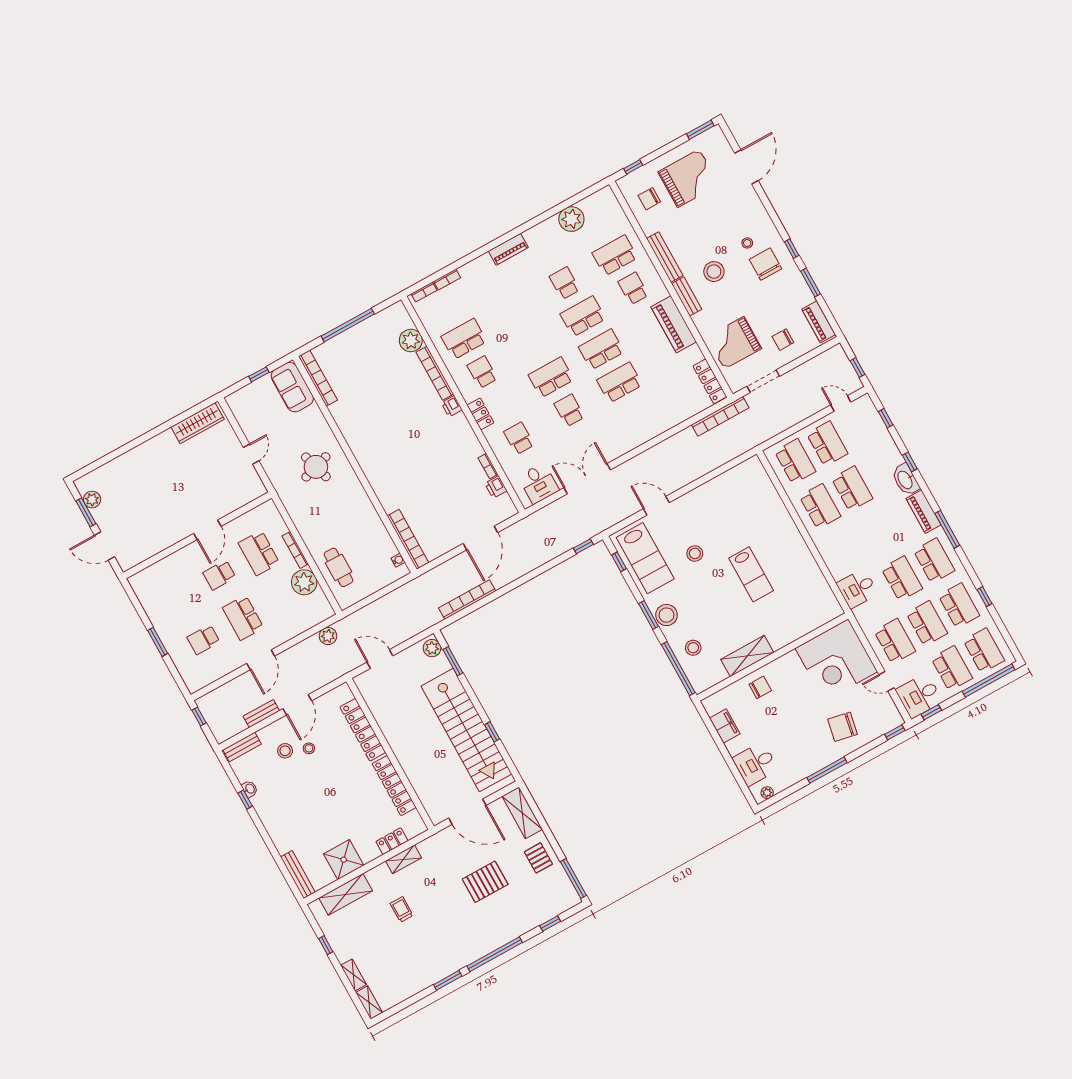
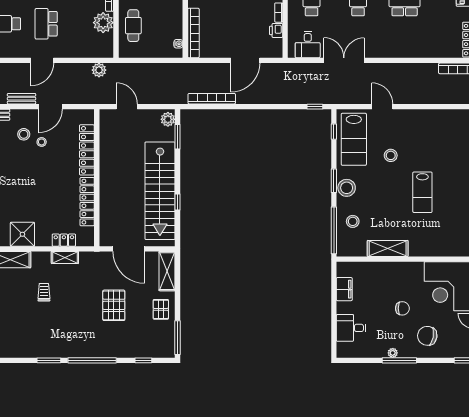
chair: (760, 687) -> (402, 308), moved
plant: (767, 793) -> (393, 353), moved
pallet: (485, 882) -> (114, 305), turned 90

